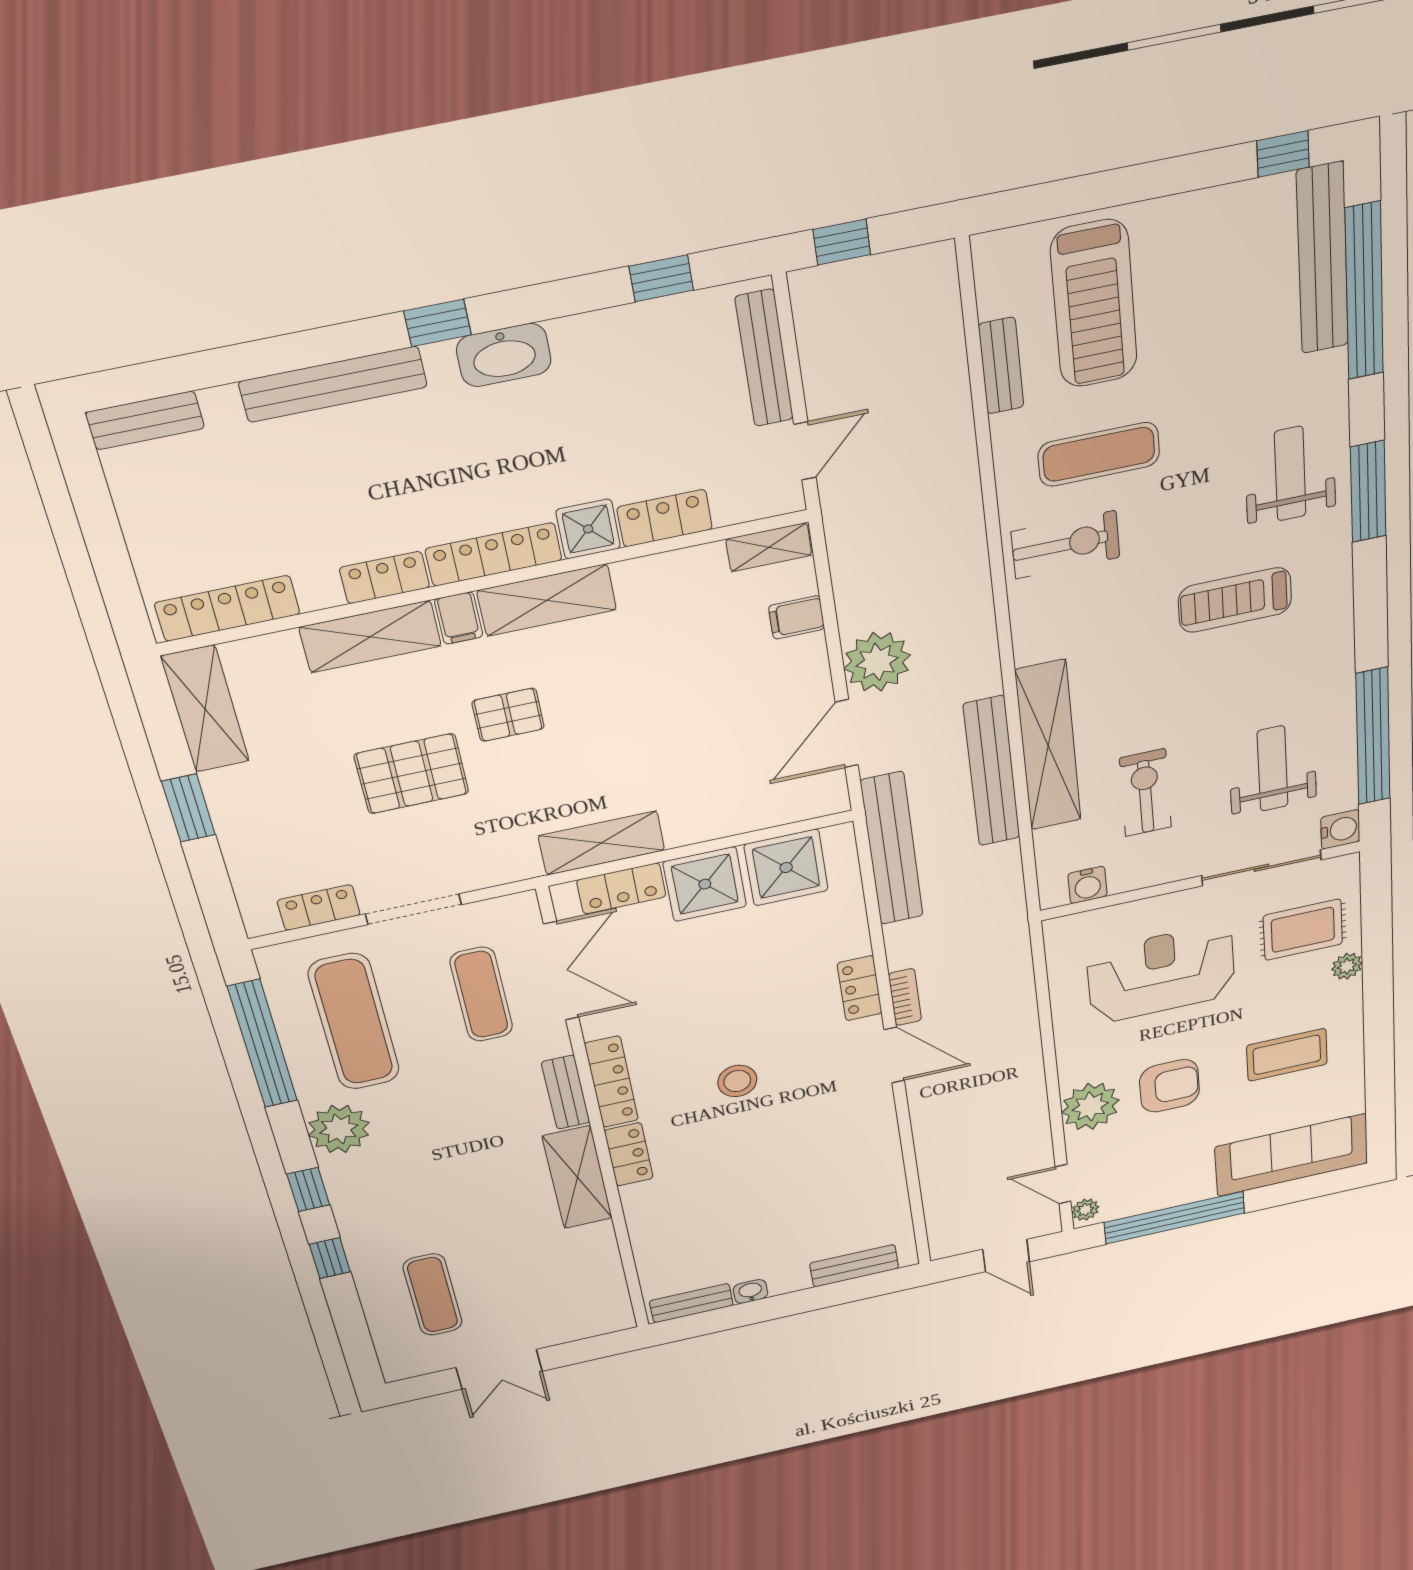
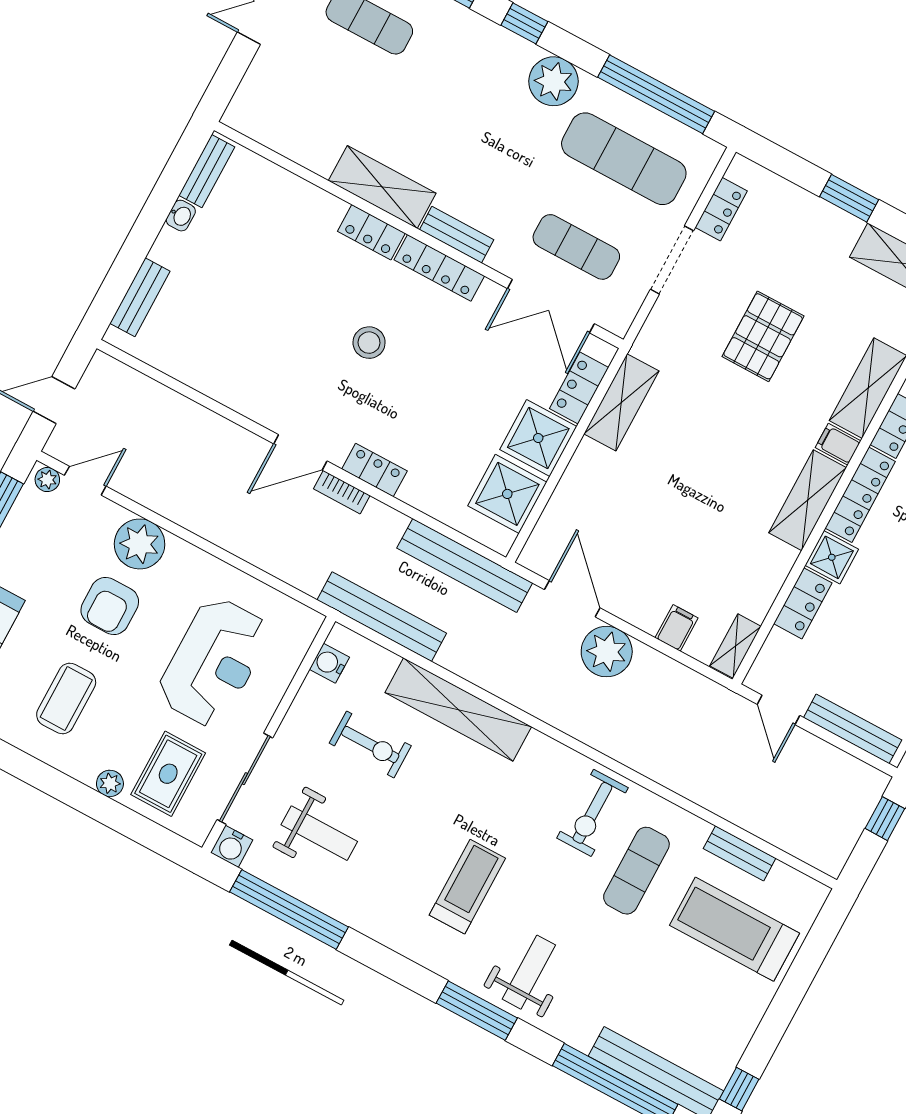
weight bench: (1290, 474) -> (529, 972), turned -90
pallet: (508, 715) -> (754, 420), removed
bench: (992, 771) -> (382, 617), moved

